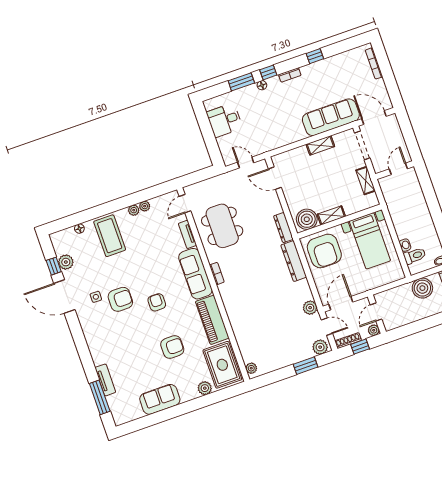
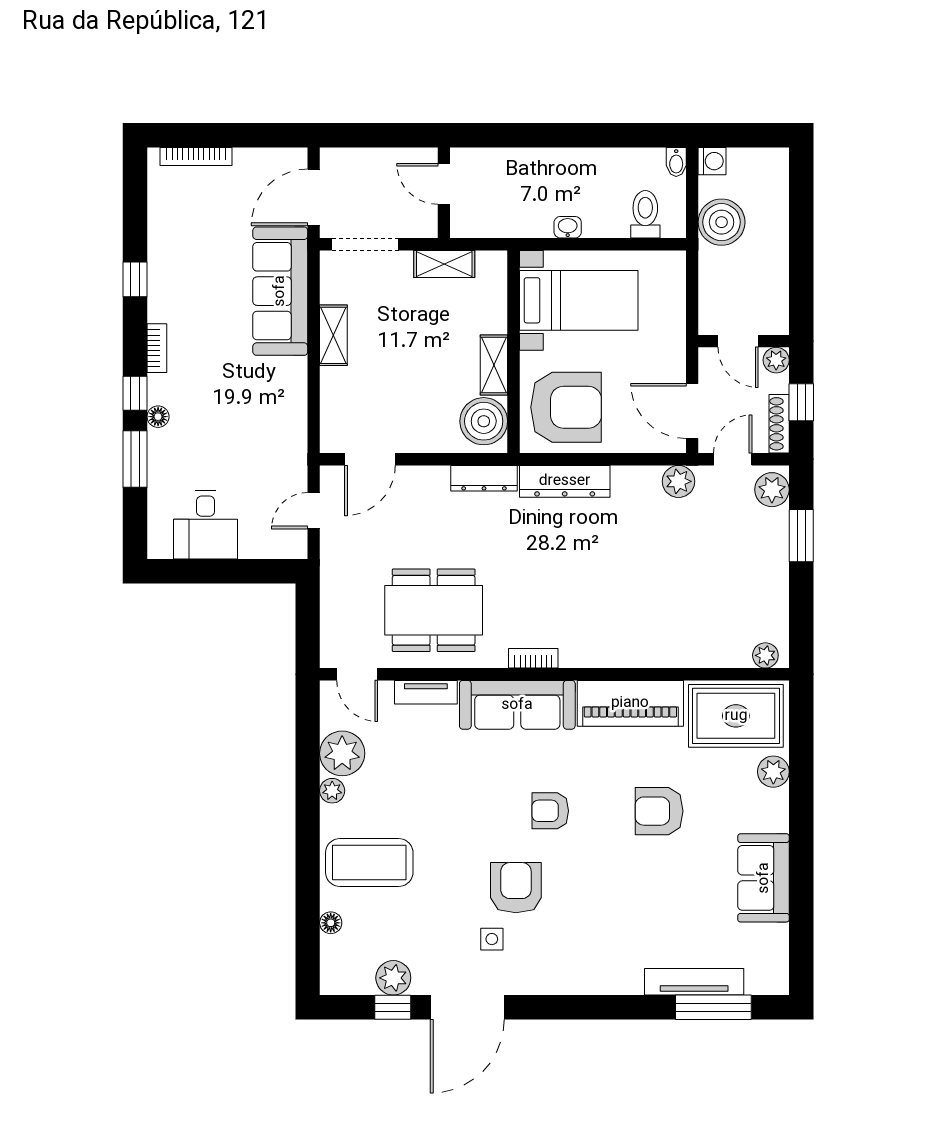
plant: (145, 206) -> (342, 753), width x1.88, depth x1.88
washbasin: (405, 245) -> (568, 227), moved
armchair: (172, 347) -> (659, 811), turned -90
tv unit: (105, 380) -> (694, 982), width x1.41

